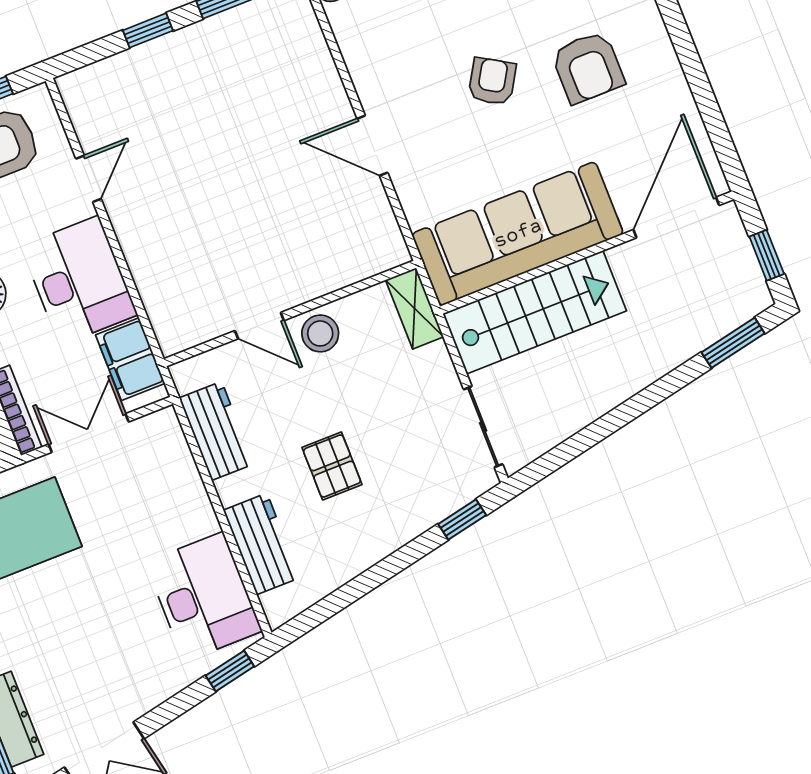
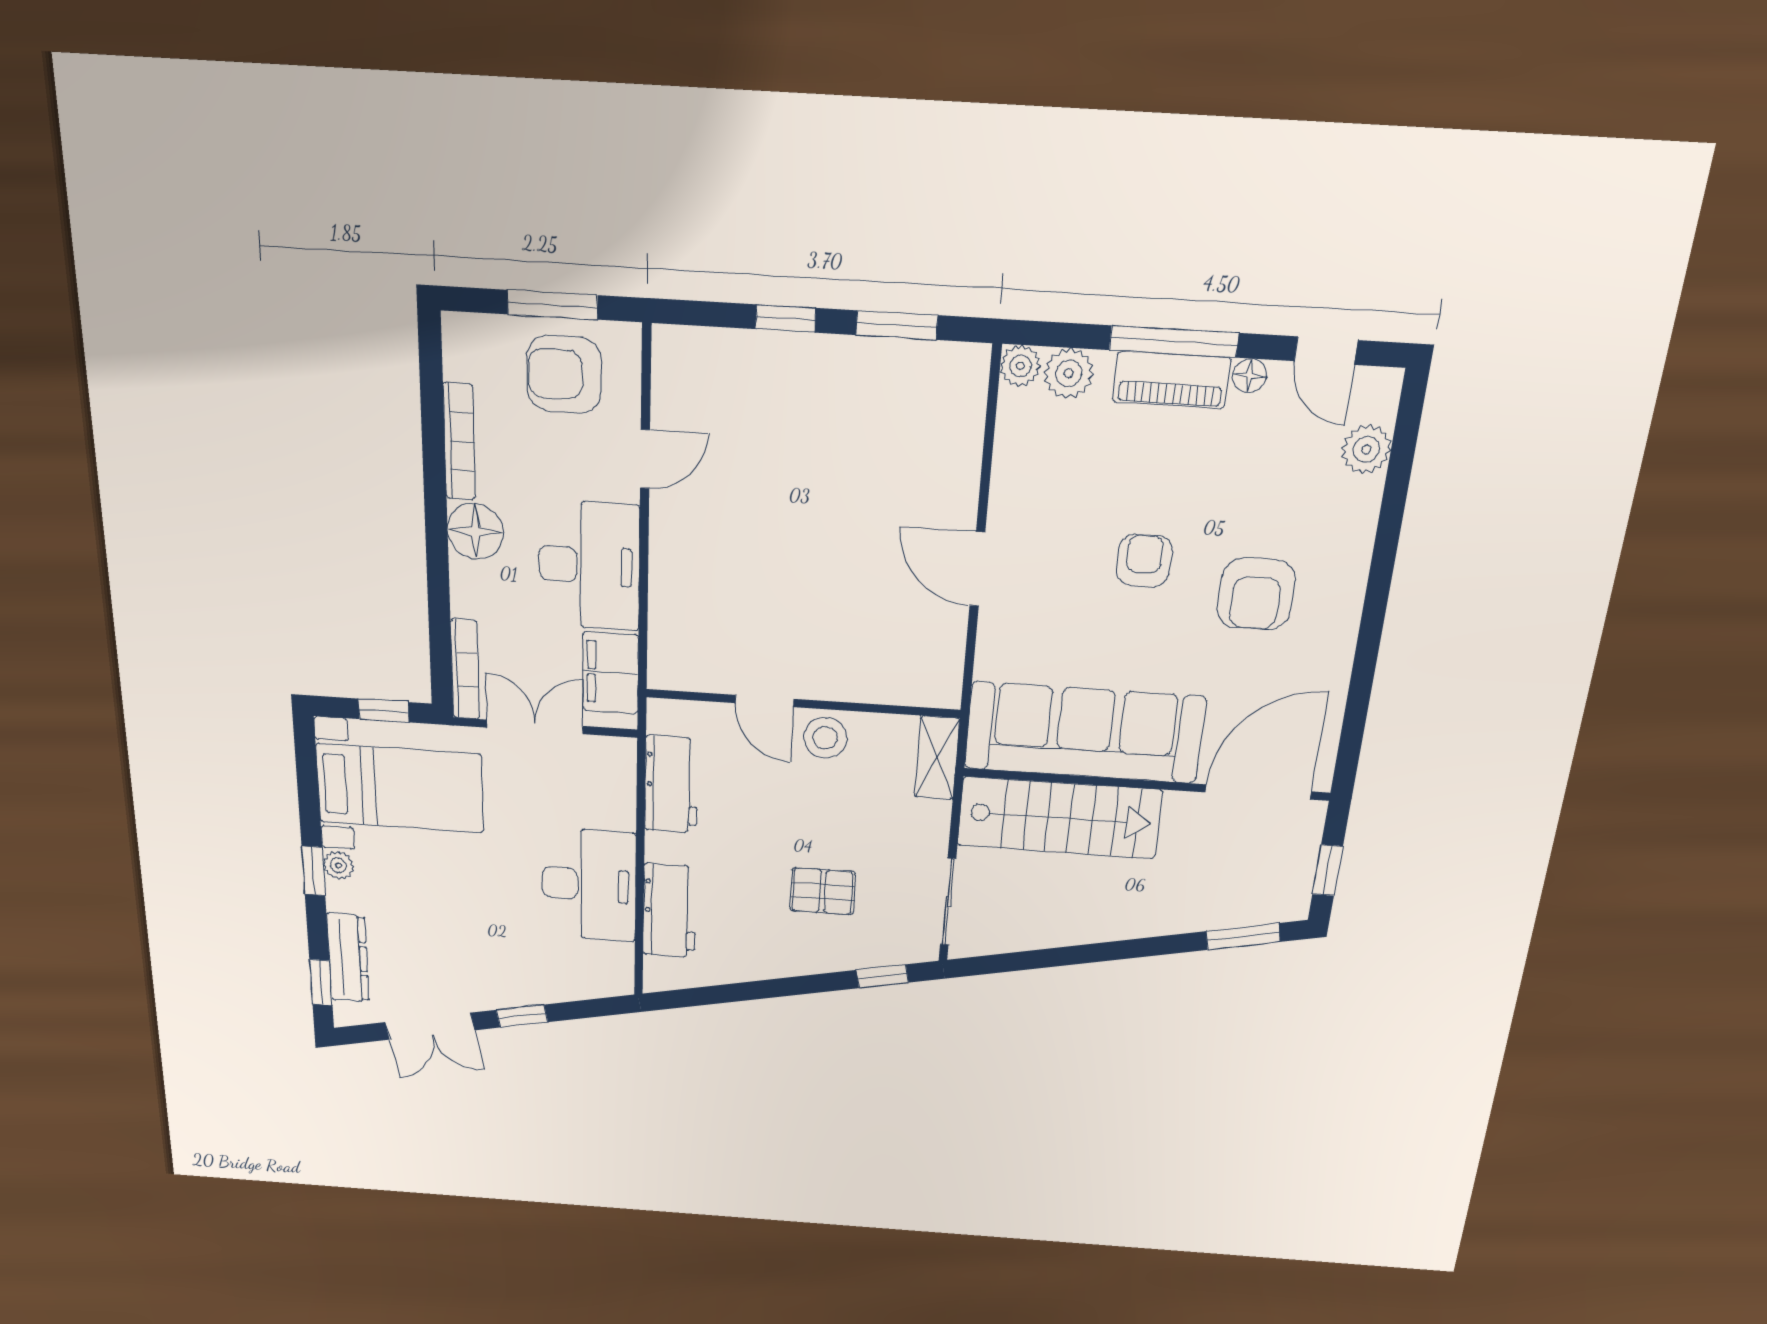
armchair: (492, 81) -> (1144, 561), turned -31
pallet: (332, 466) -> (823, 891), moved, turned 90
desk: (204, 597) -> (589, 885), moved
window: (230, 671) -> (522, 1016), moved

